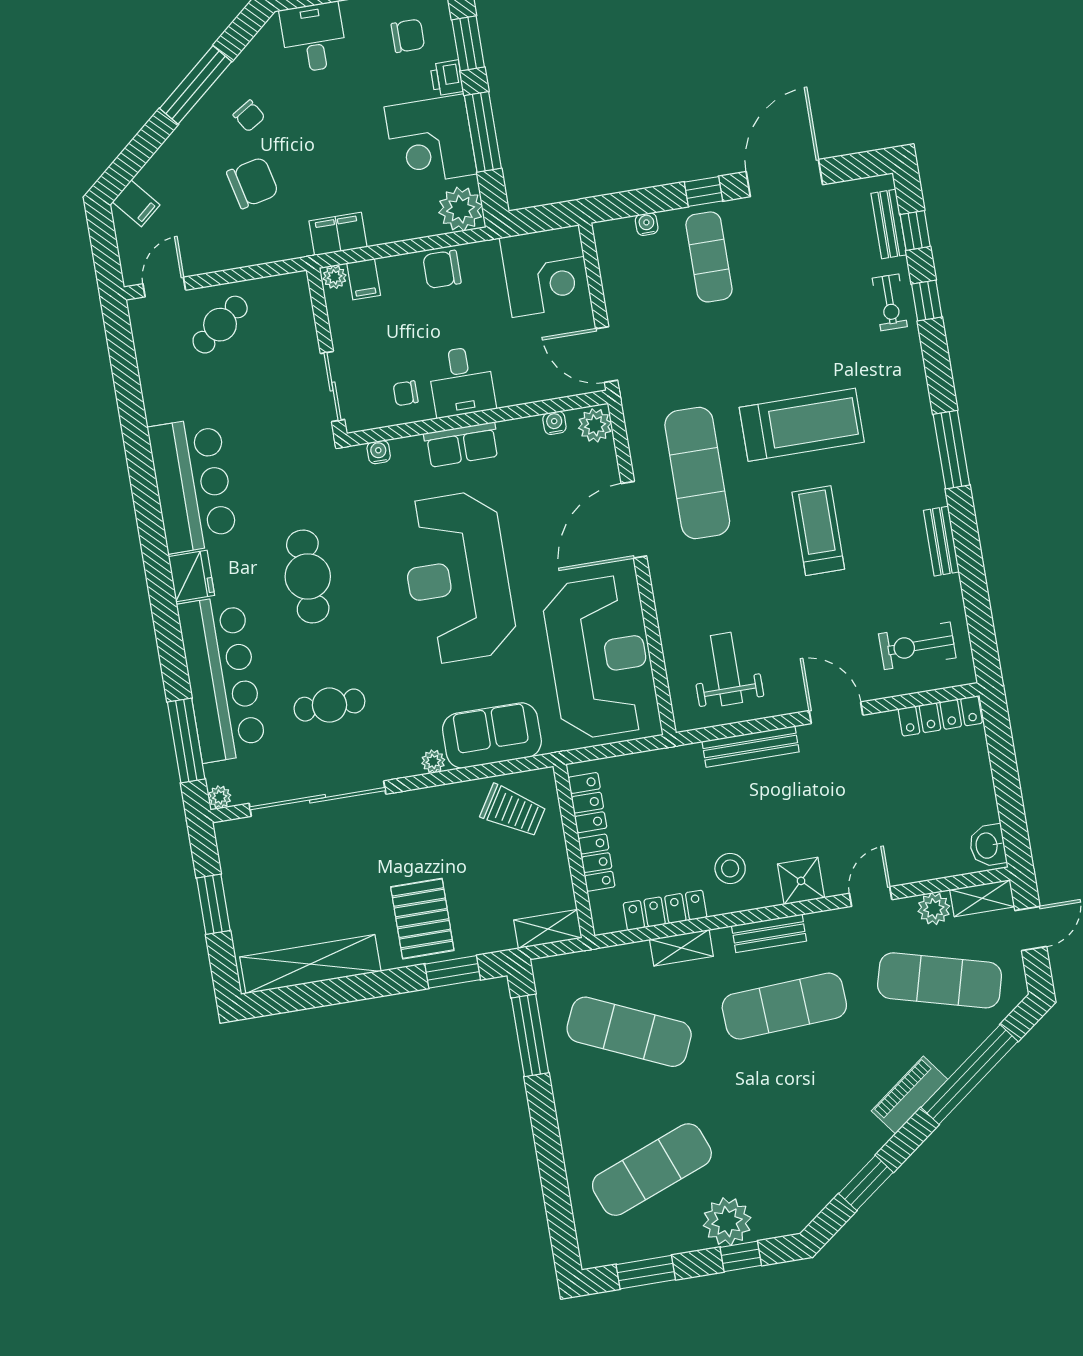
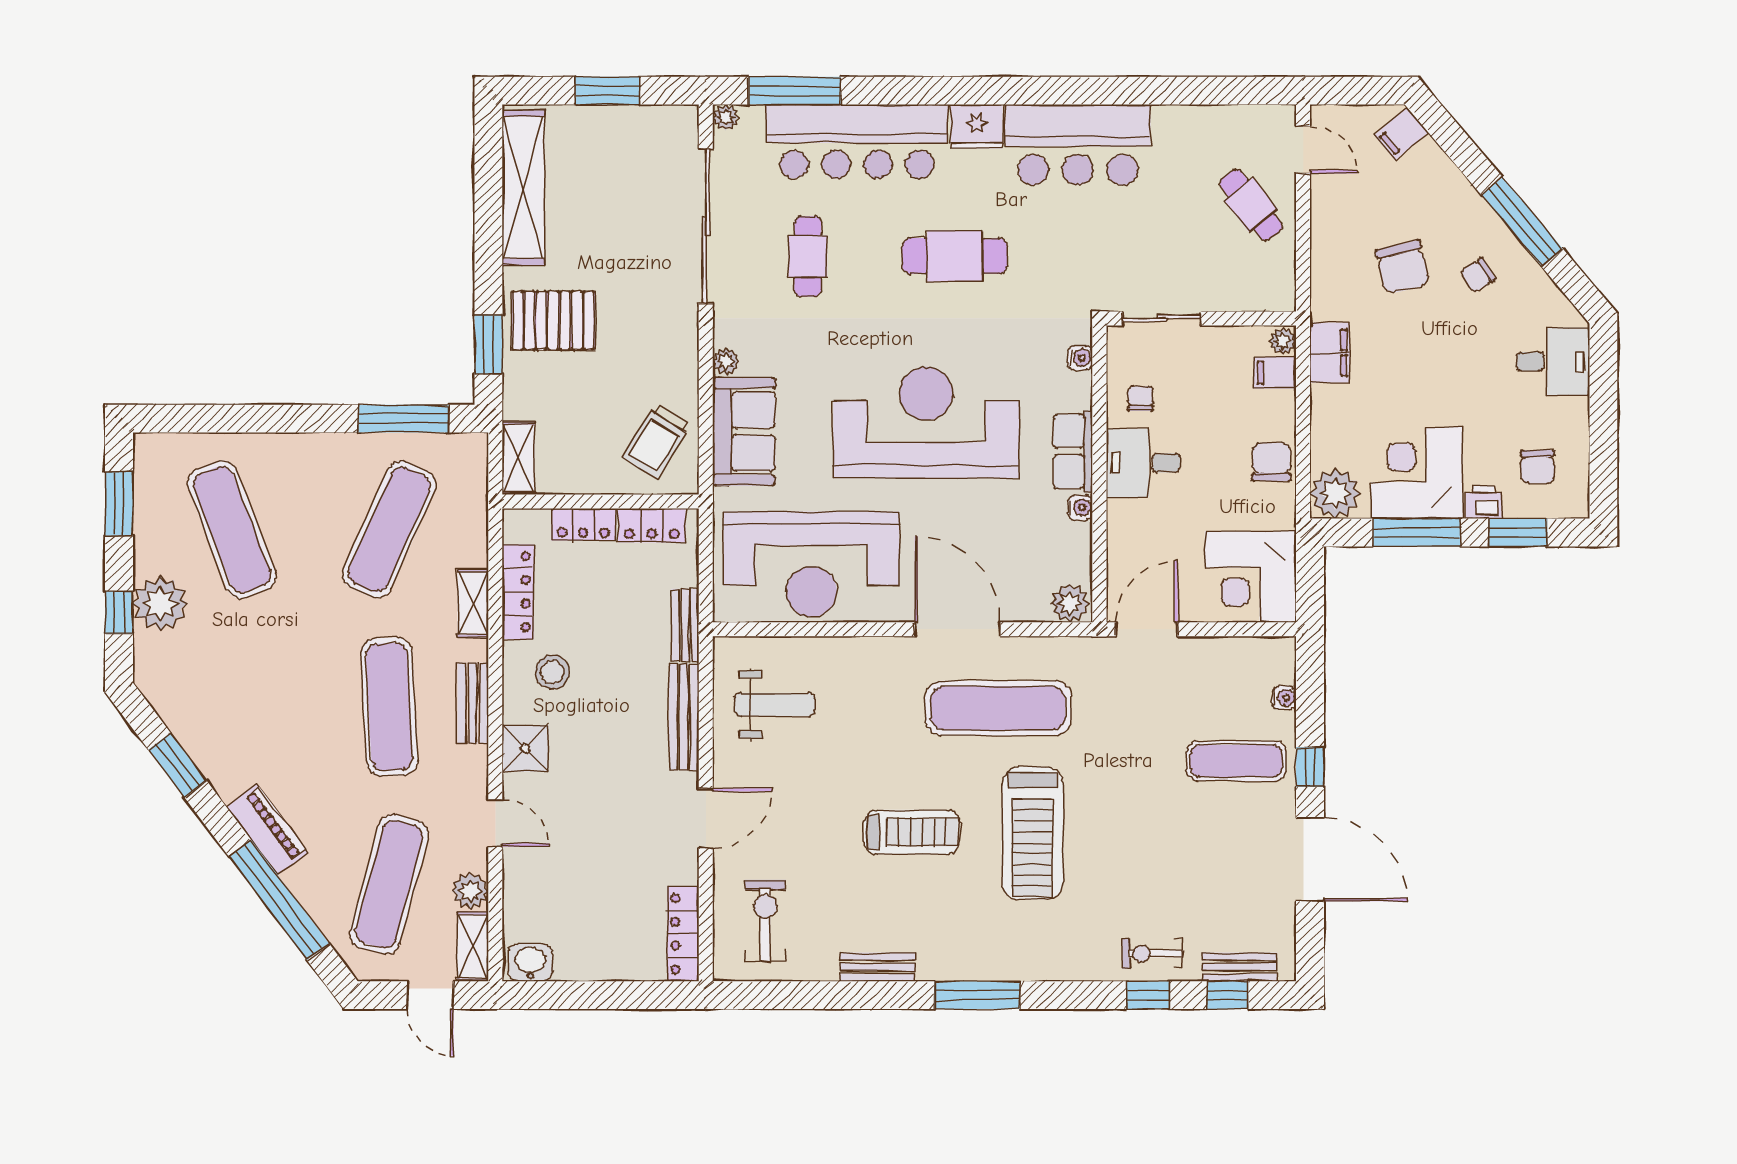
water cooler: (554, 423) -> (1080, 507), moved
bench: (670, 759) -> (685, 625), added

